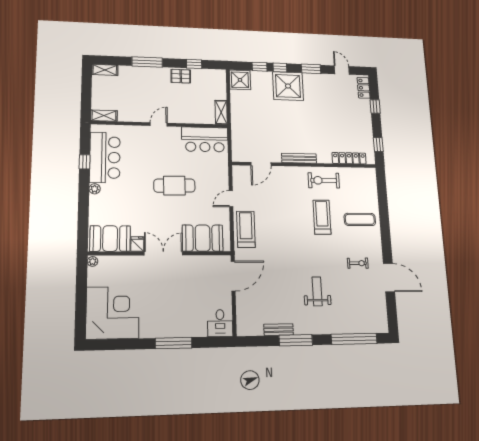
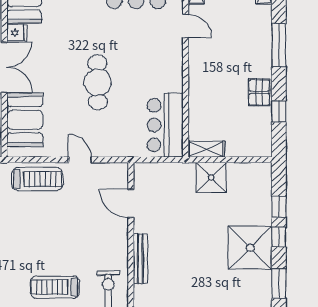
shower: (240, 80) -> (211, 177), moved
door: (159, 124) -> (186, 26), moved
treadmill: (322, 217) -> (55, 287), turned 180

